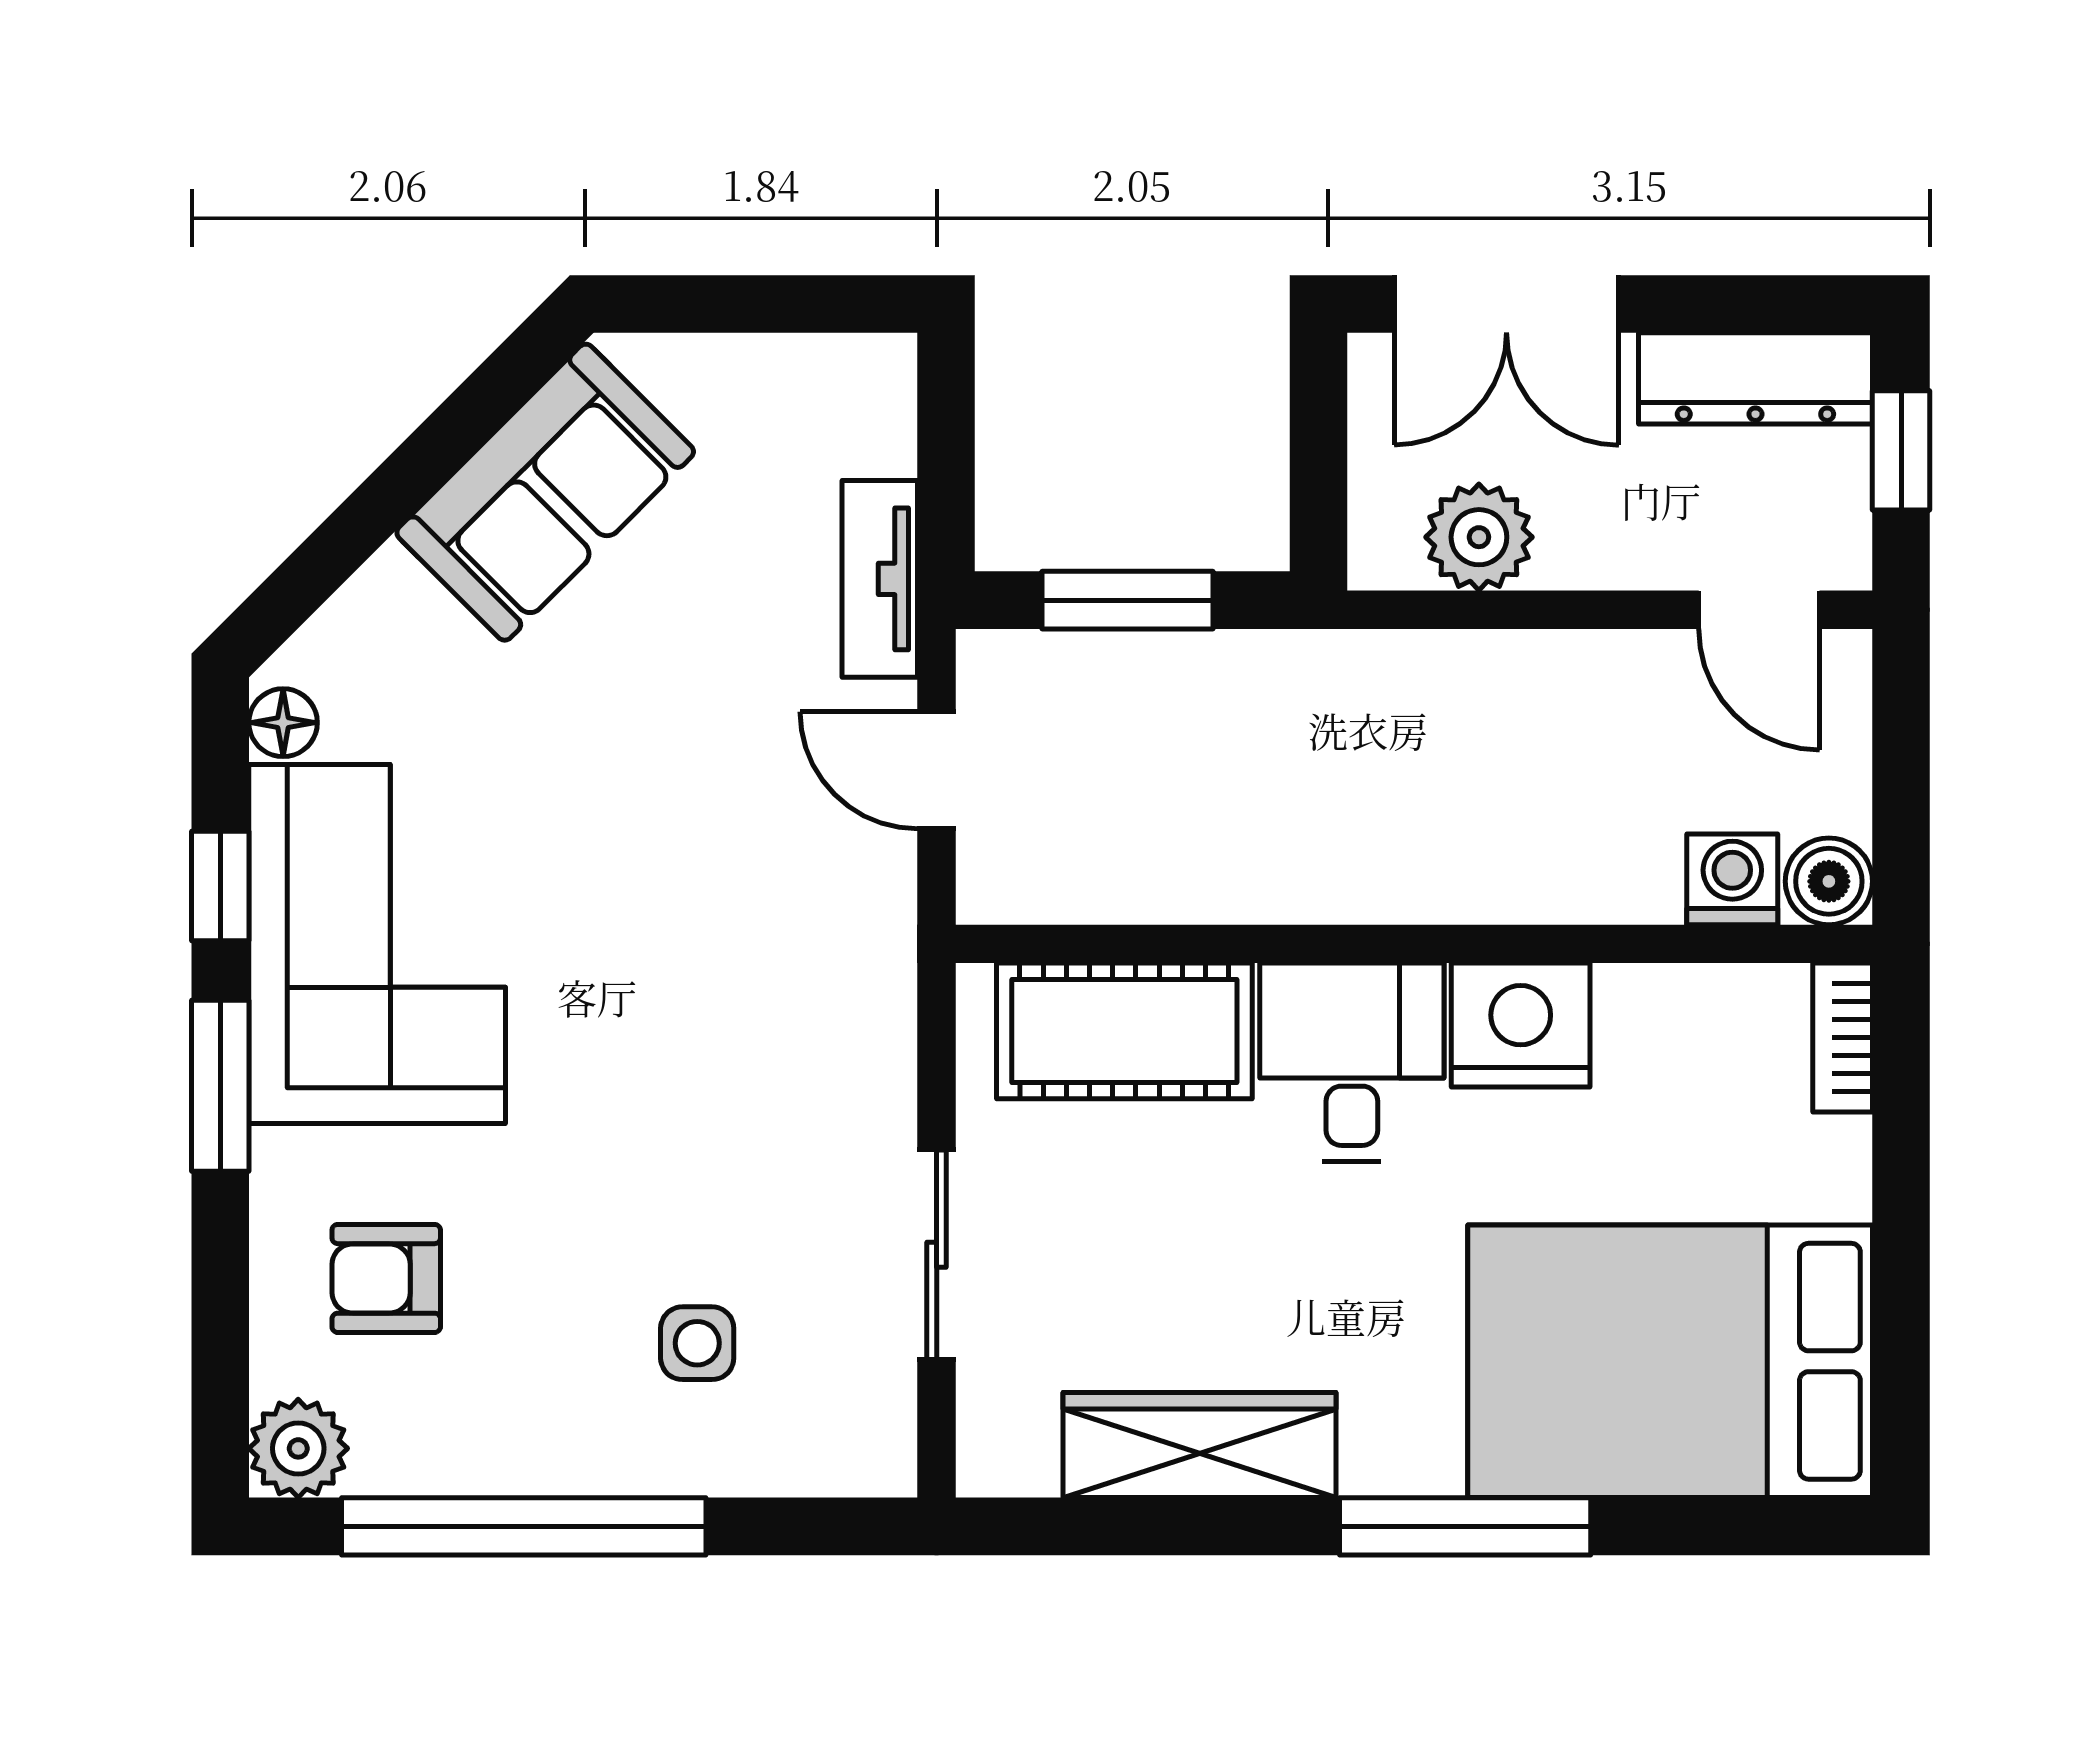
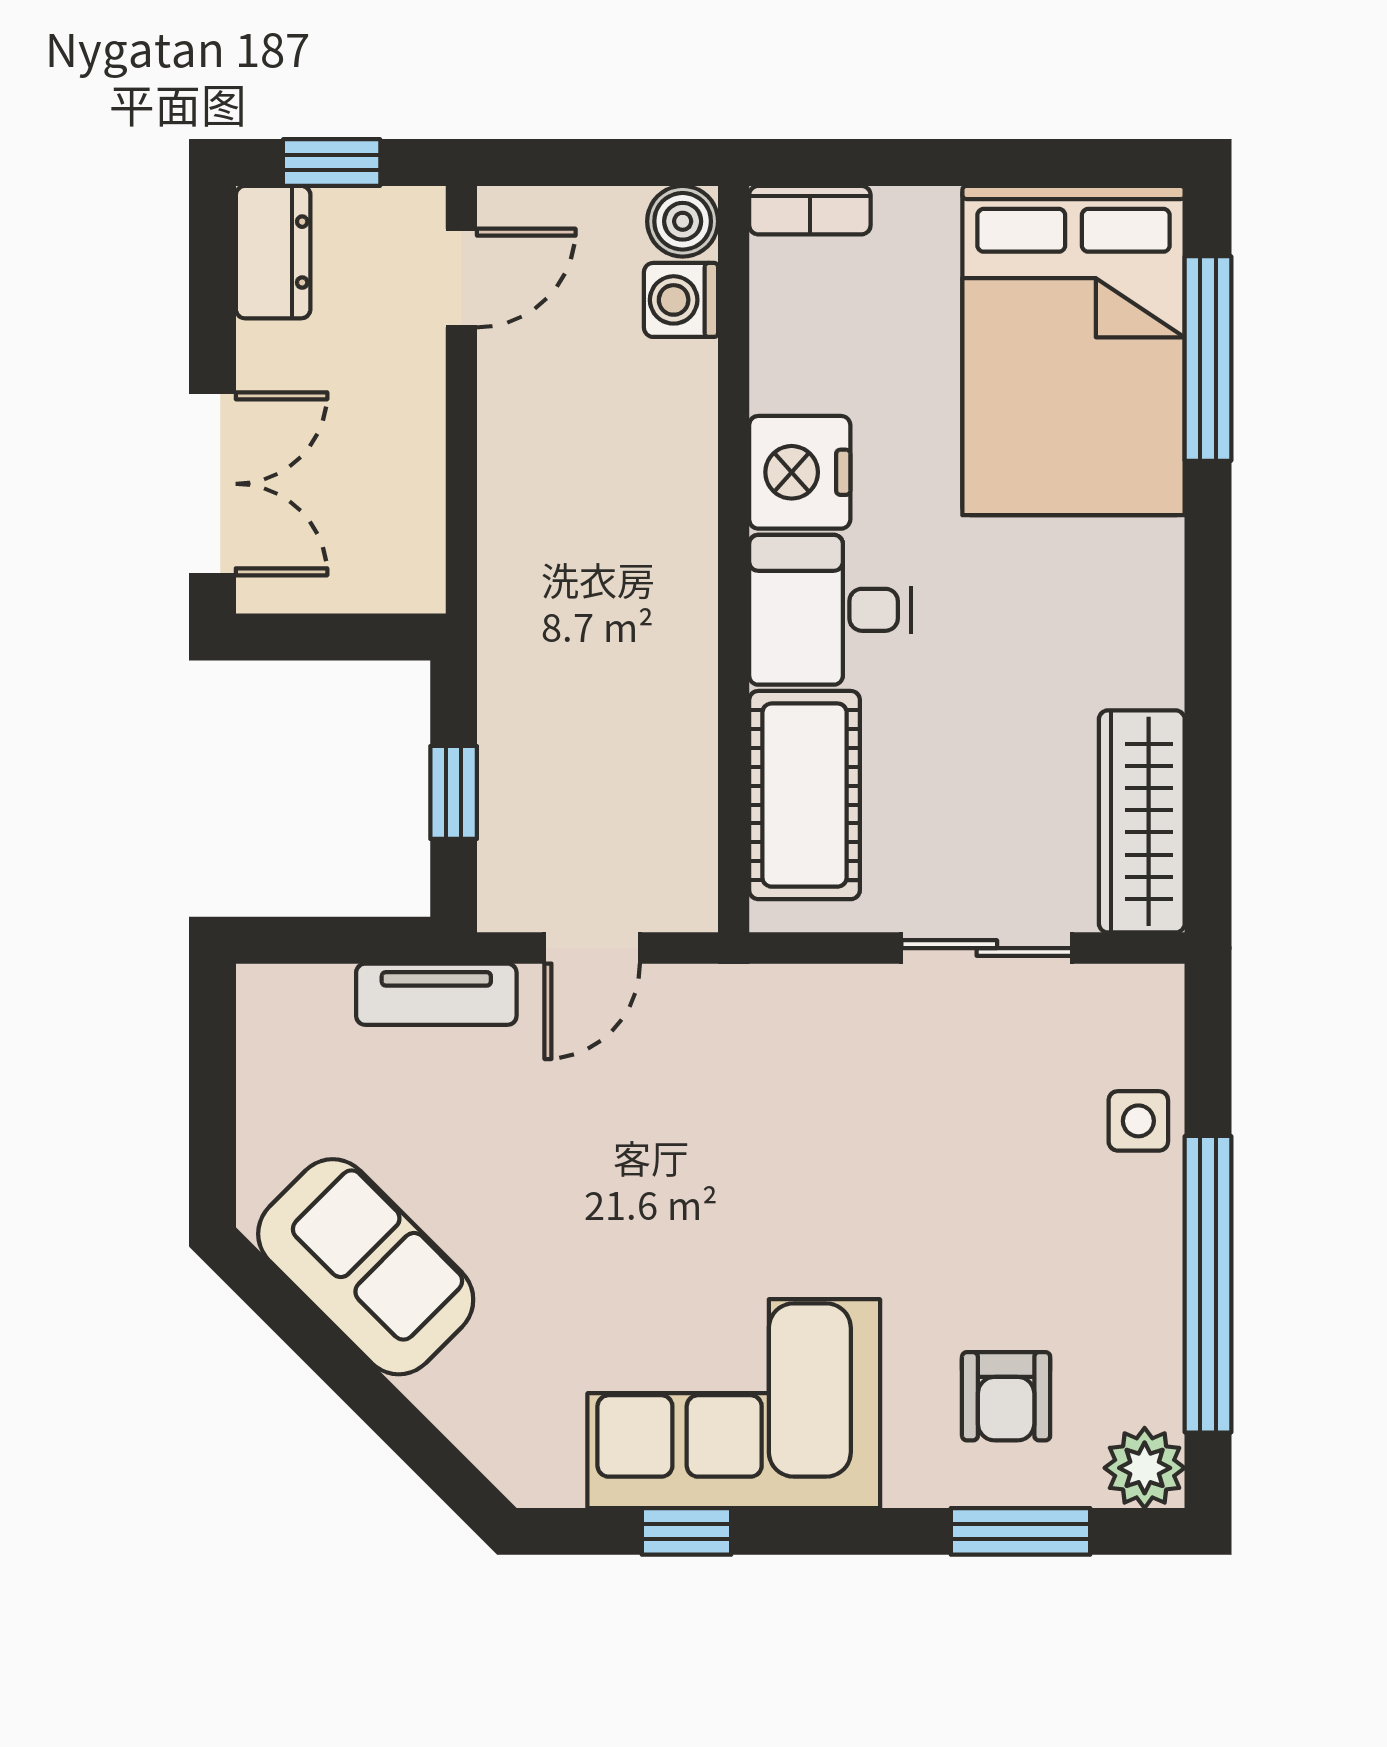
dresser: (1755, 378) -> (273, 252), width x0.70
plant: (1479, 537) -> (402, 506), removed
window: (1128, 600) -> (454, 792), width x0.67
floor lamp: (283, 723) -> (553, 1480), removed
window: (220, 1086) -> (1021, 1531), moved
side table: (697, 1343) -> (1138, 1121), moved
wardrobe: (1199, 1445) -> (1142, 821), moved
window: (1465, 1526) -> (1208, 358), moved

